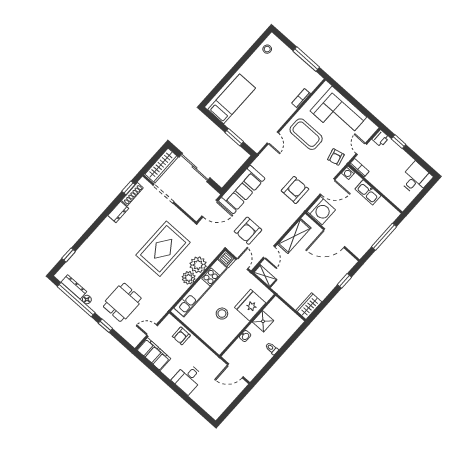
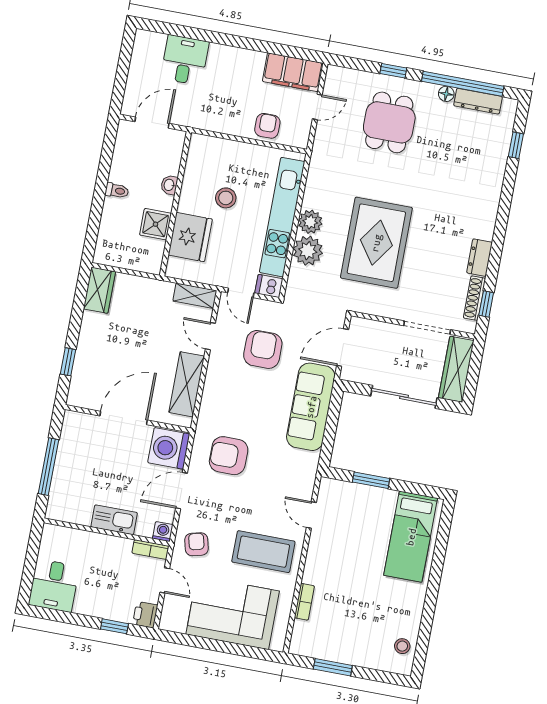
window: (306, 59) -> (333, 667), width x0.69
armchair: (295, 190) -> (229, 456), turned 90
desk: (188, 379) -> (185, 60), moved

